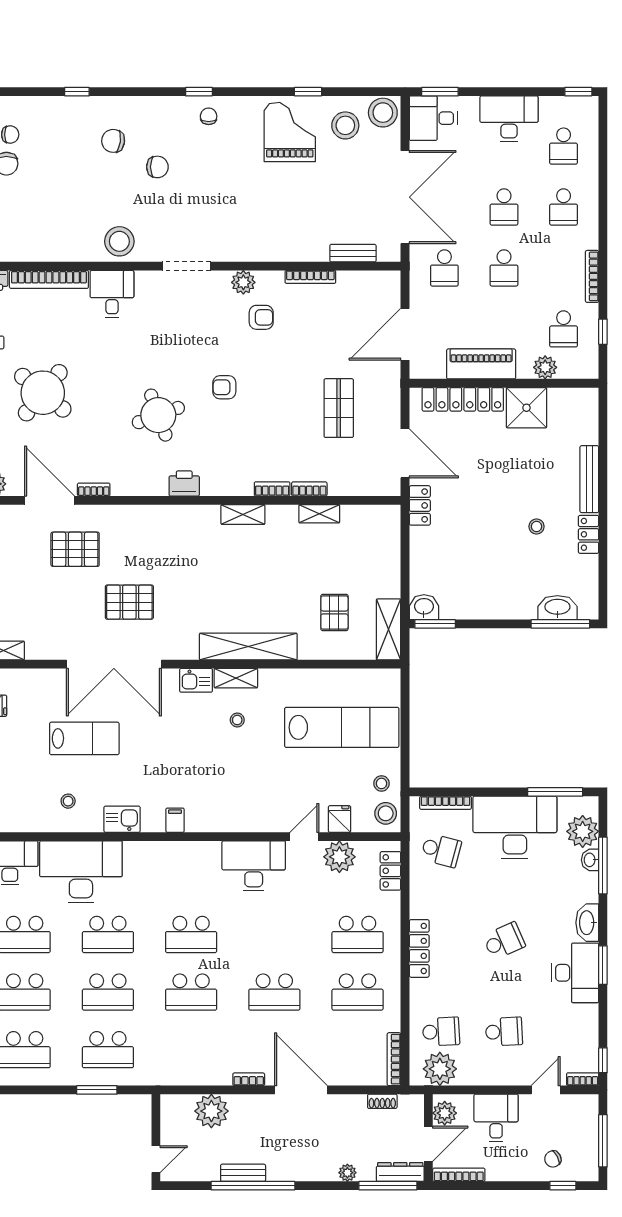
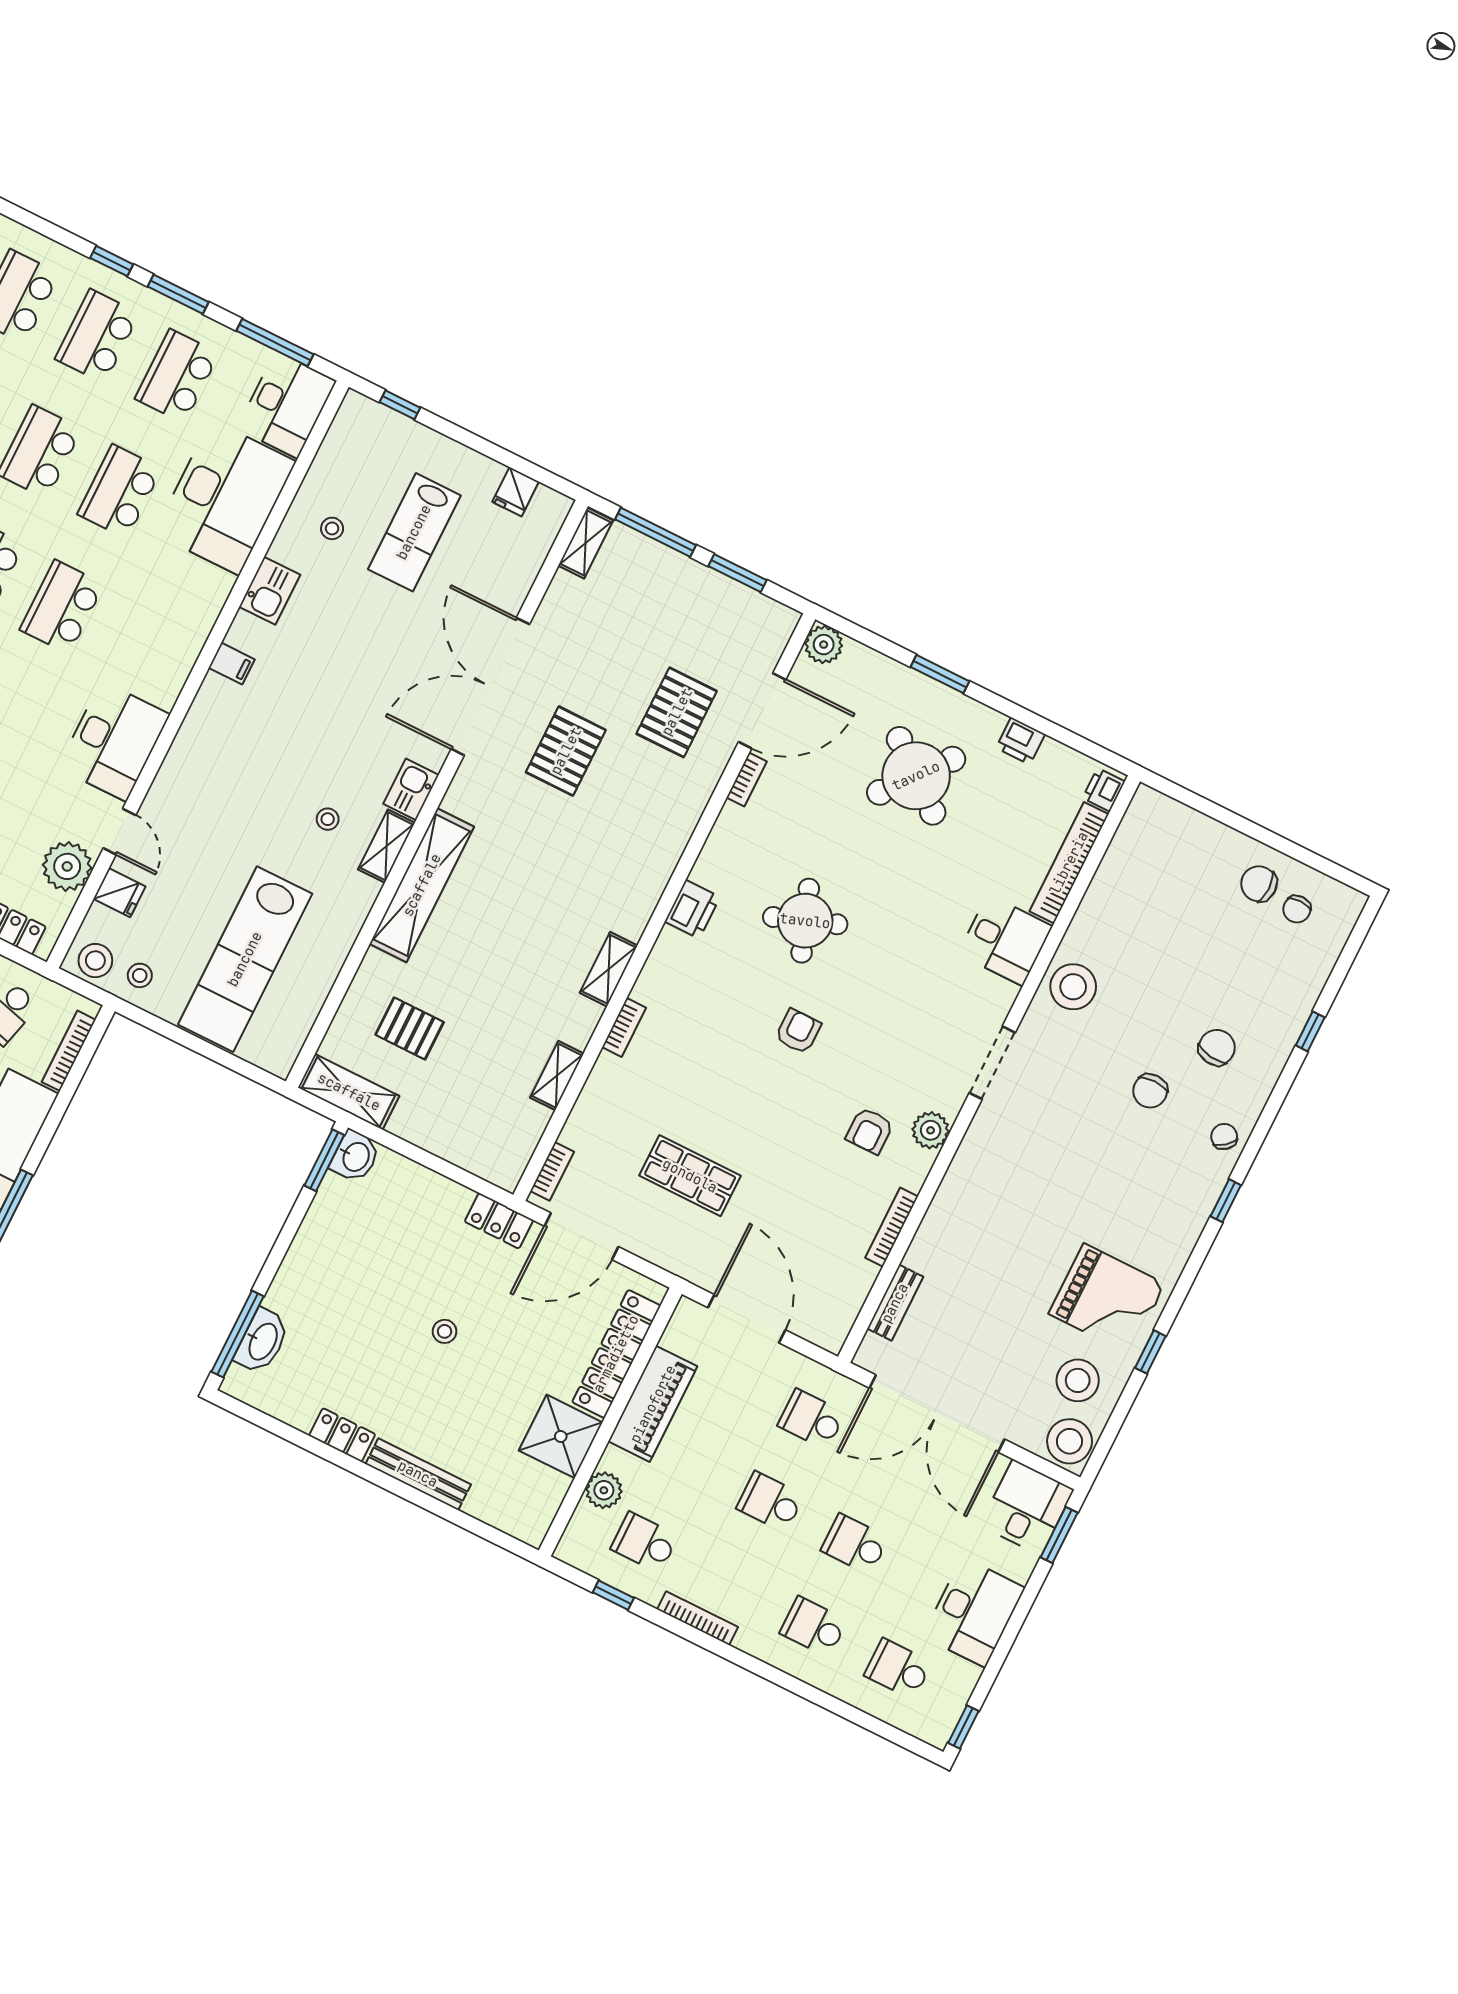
chair: (209, 116) -> (1224, 1137), moved, turned -129
bookcase: (309, 489) -> (552, 1171), moved
stool: (537, 527) -> (445, 1331), moved
lab bench: (84, 738) -> (414, 532), moved

